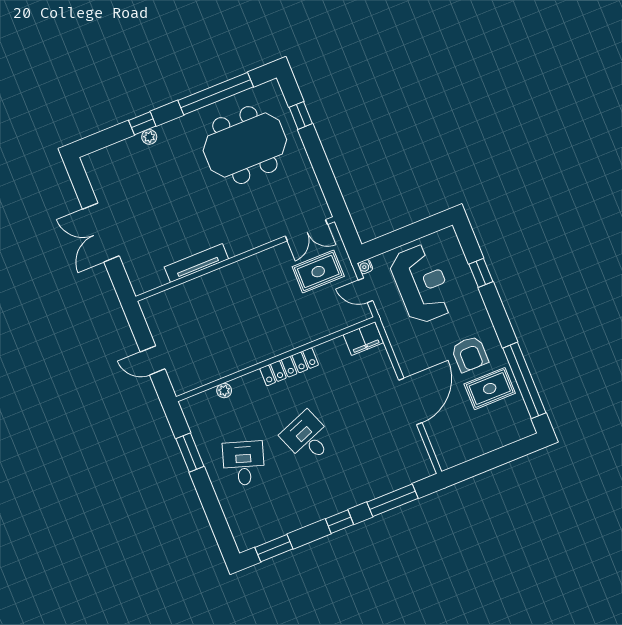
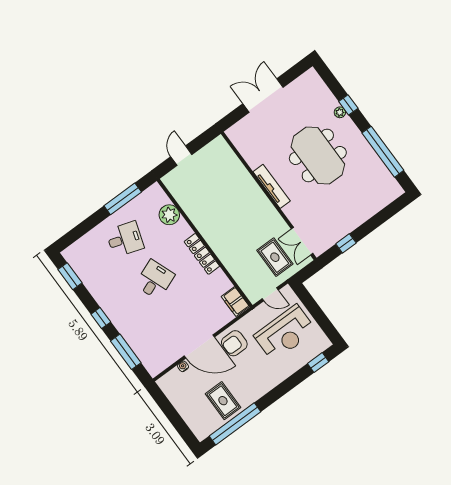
window: (301, 115) -> (346, 243), moved
meeting table: (245, 145) -> (318, 155), moved
tv unit: (196, 263) -> (272, 186), moved
water cooler: (365, 267) -> (183, 366), moved
window: (481, 273) -> (318, 363), moved
door: (365, 290) -> (270, 294), swing flipped
armchair: (470, 354) -> (234, 343), moved
plant: (224, 390) -> (169, 215), width x1.87, depth x1.87
window: (190, 453) -> (123, 199), width x1.44

